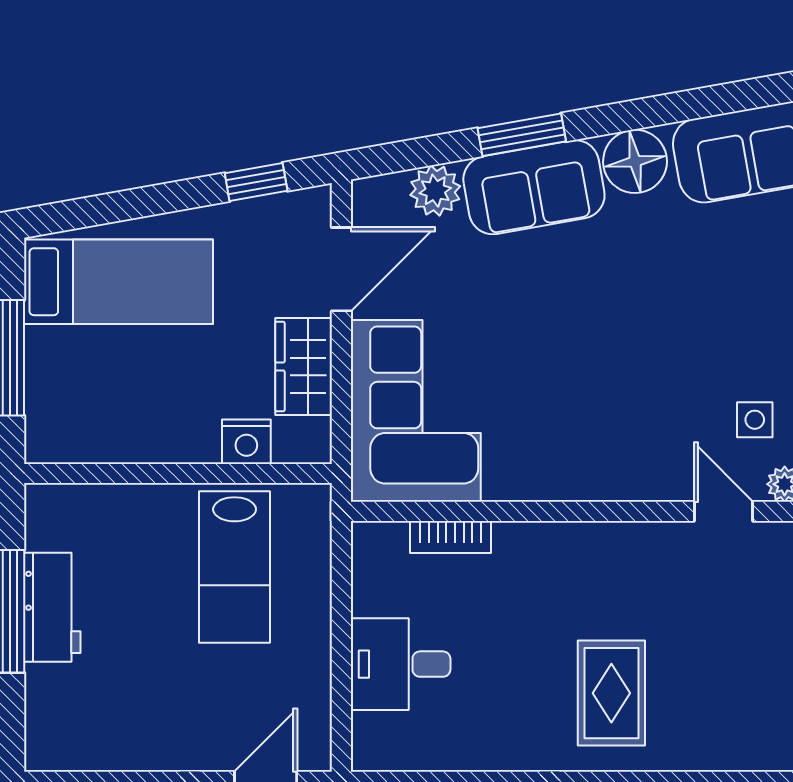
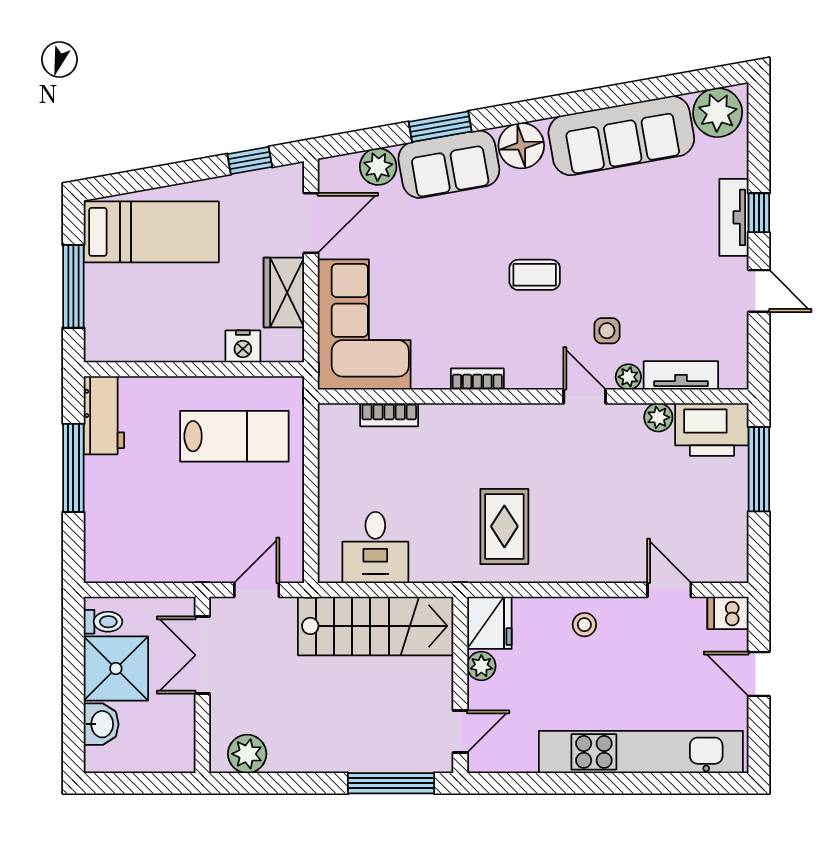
coffee table: (654, 342) -> (535, 275), added
bookcase: (574, 487) -> (477, 379), added
lab bench: (235, 567) -> (234, 436), turned -90
workbench: (52, 607) -> (104, 415), moved
desk: (401, 664) -> (375, 547), moved, turned -90

